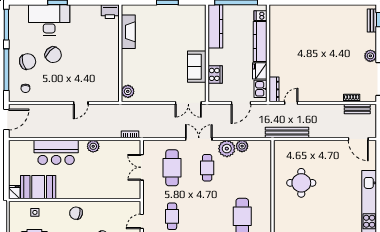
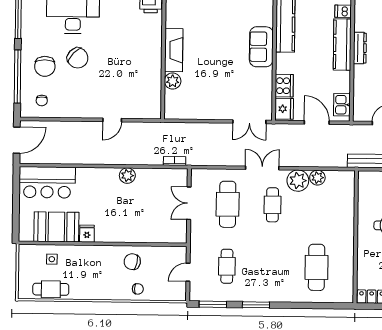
fireplace: (128, 32) -> (174, 50), moved
chair: (28, 62) -> (45, 66), turned 105
sofa: (197, 67) -> (261, 47), moved
fridge: (260, 71) -> (284, 109), moved, turned 180
dresser: (274, 89) -> (360, 48), moved
plant: (128, 91) -> (173, 81), moved
door: (241, 103) -> (317, 122), swing flipped
bar counter: (56, 152) -> (47, 182), moved
fridge: (14, 192) -> (87, 234), moved
chair: (76, 213) -> (132, 262), moved

